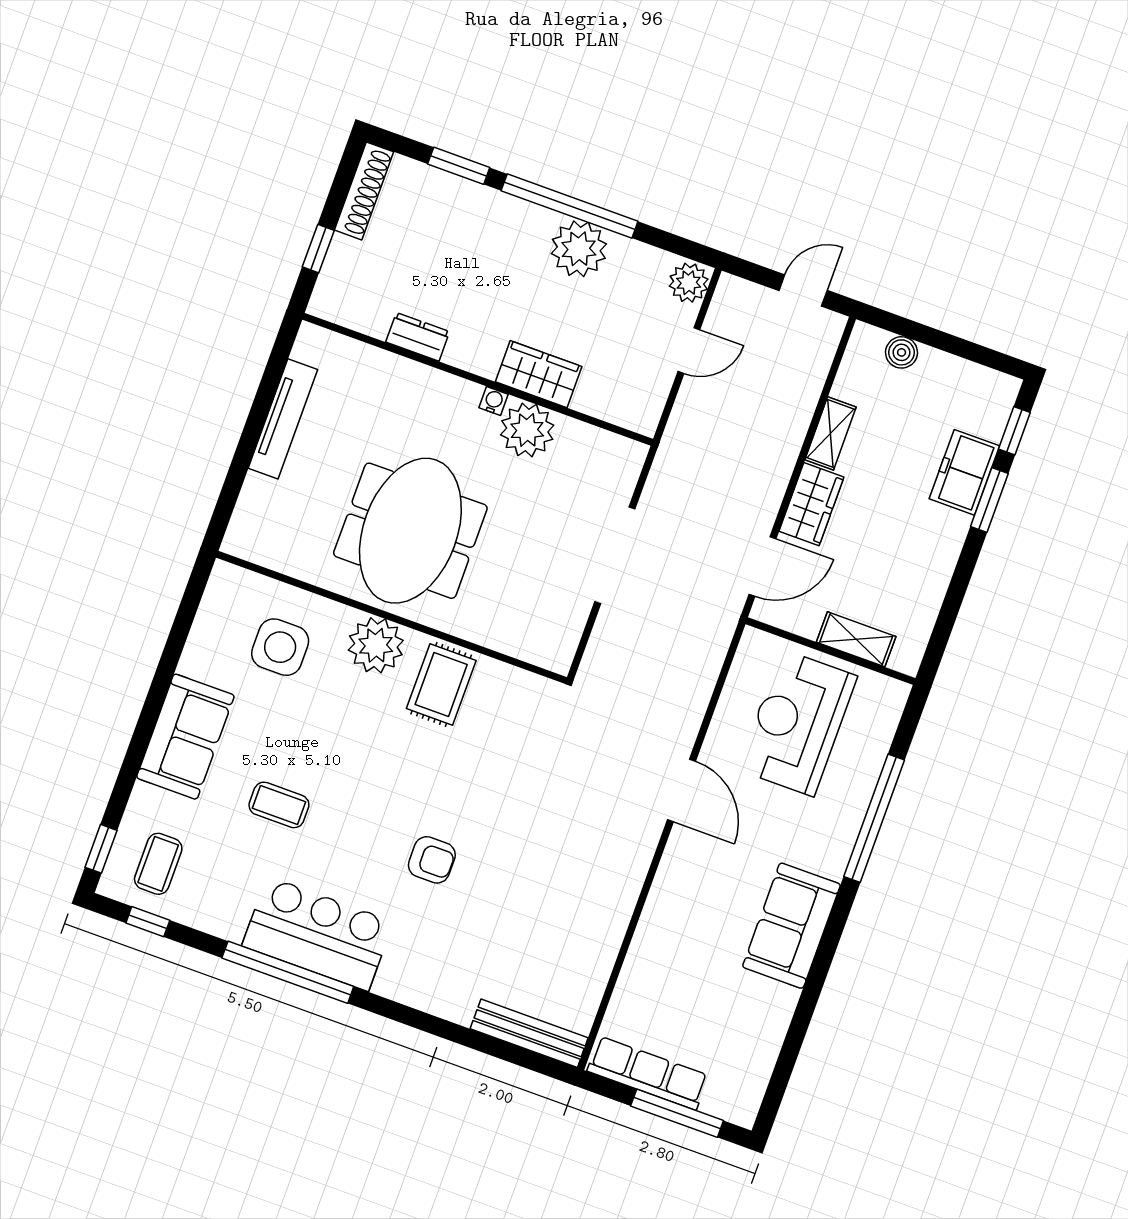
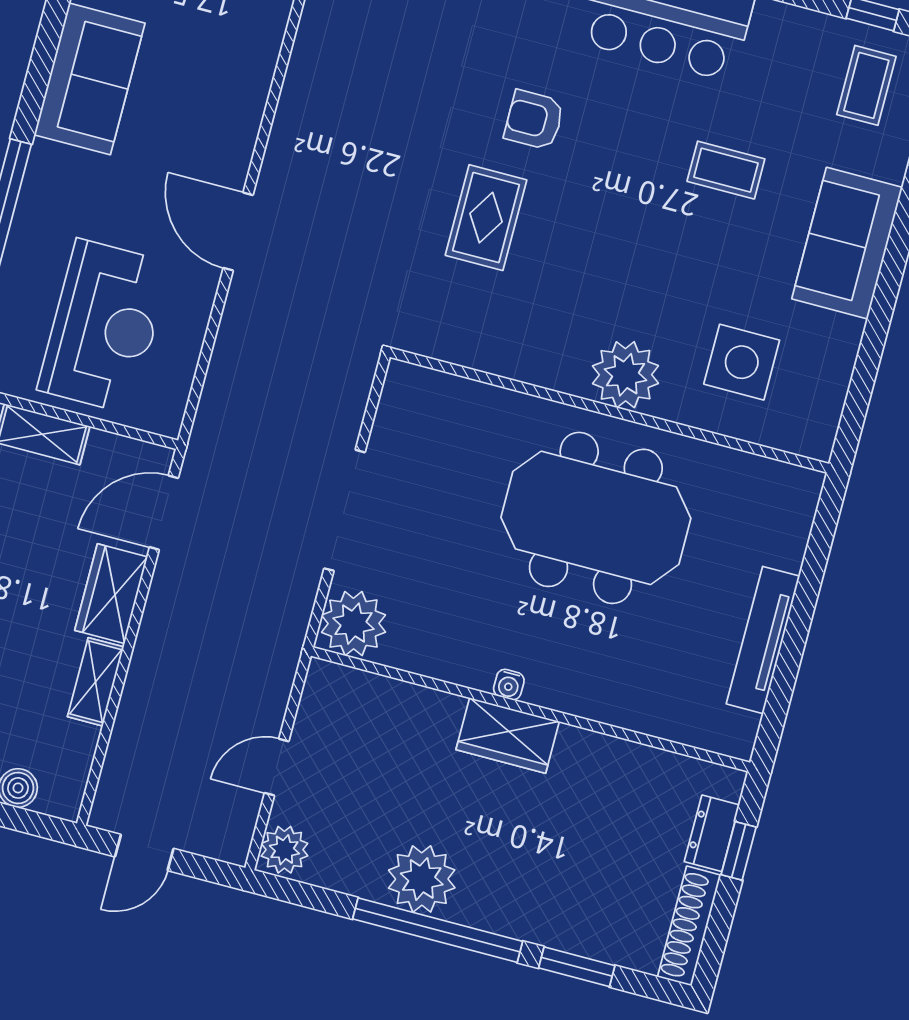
dresser: (418, 337) -> (712, 833), moved, turned 90
wardrobe: (539, 374) -> (508, 736), moved
plant: (527, 430) -> (354, 624), moved
meeting table: (410, 531) -> (596, 518), turned 90
rug: (441, 685) -> (486, 218), moved

